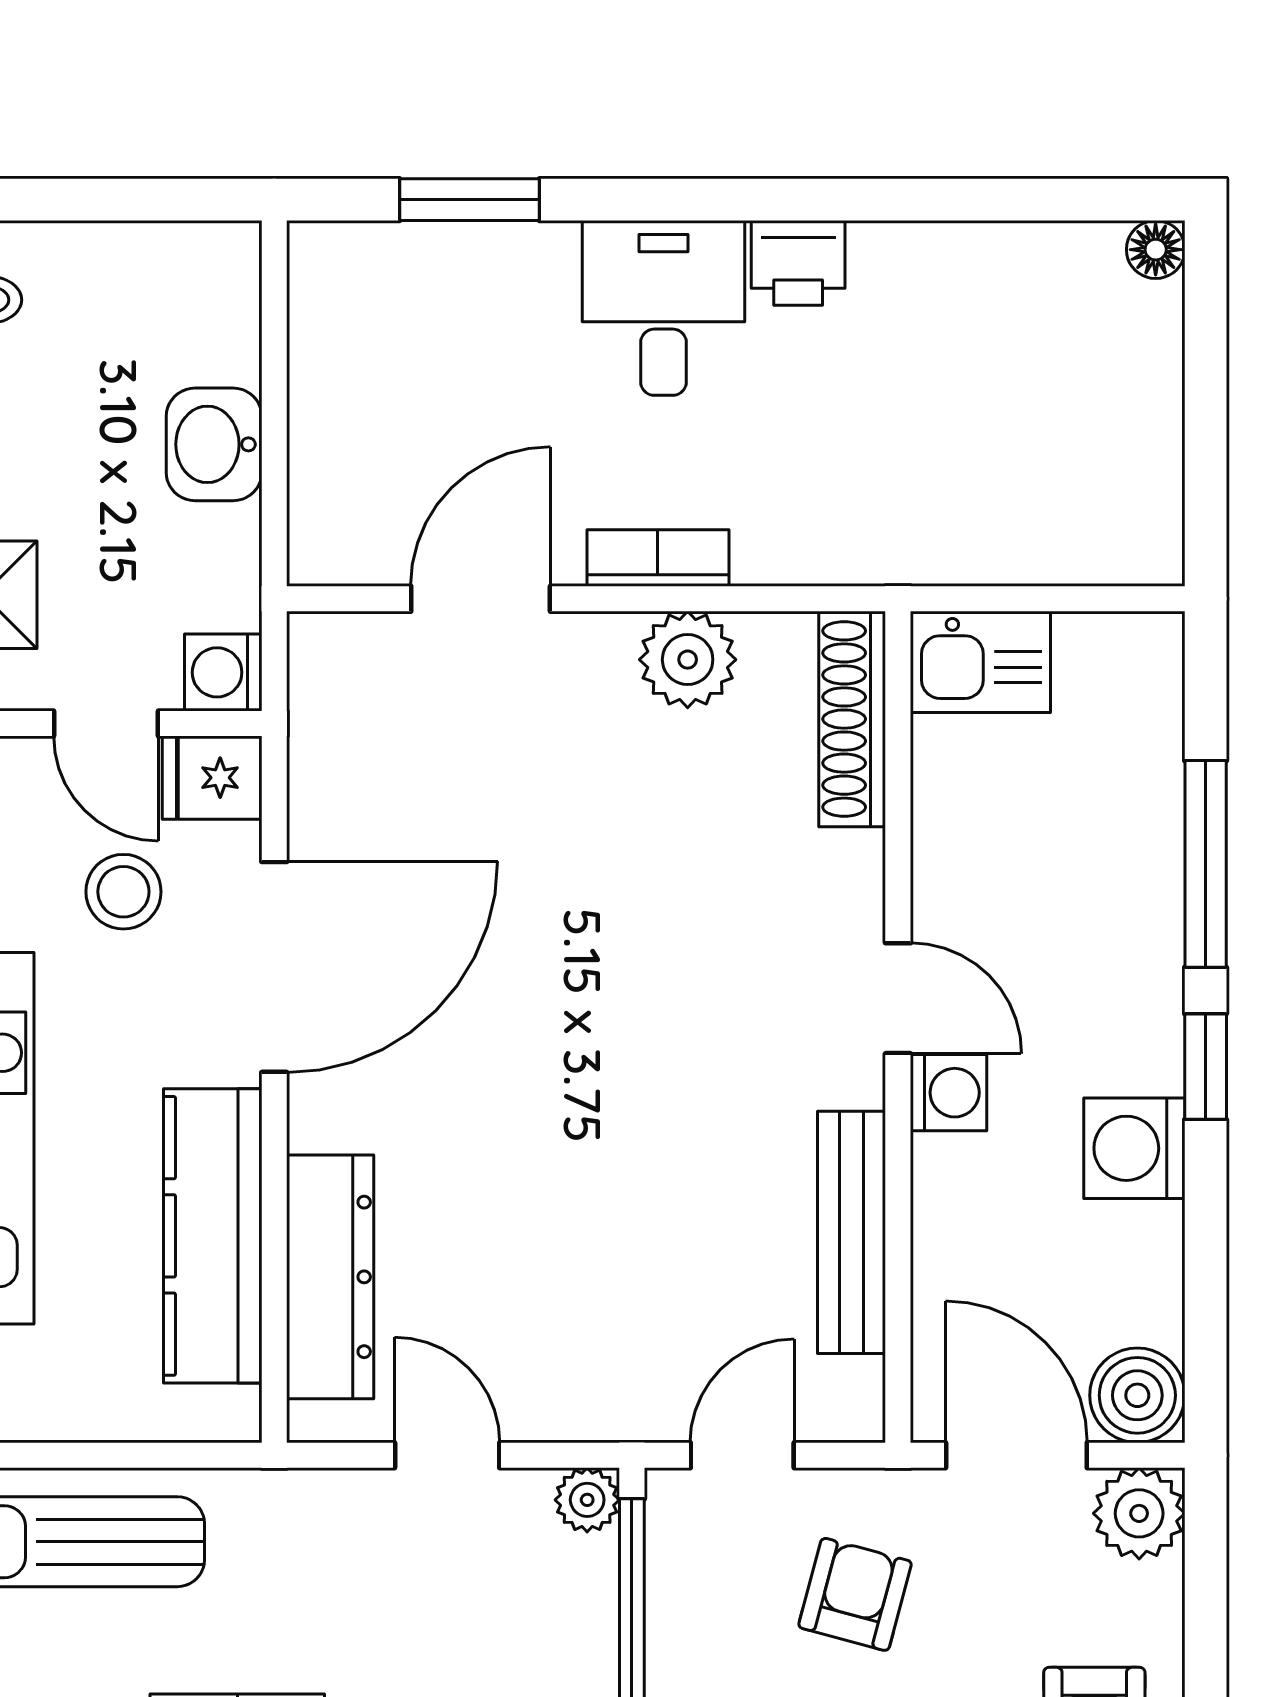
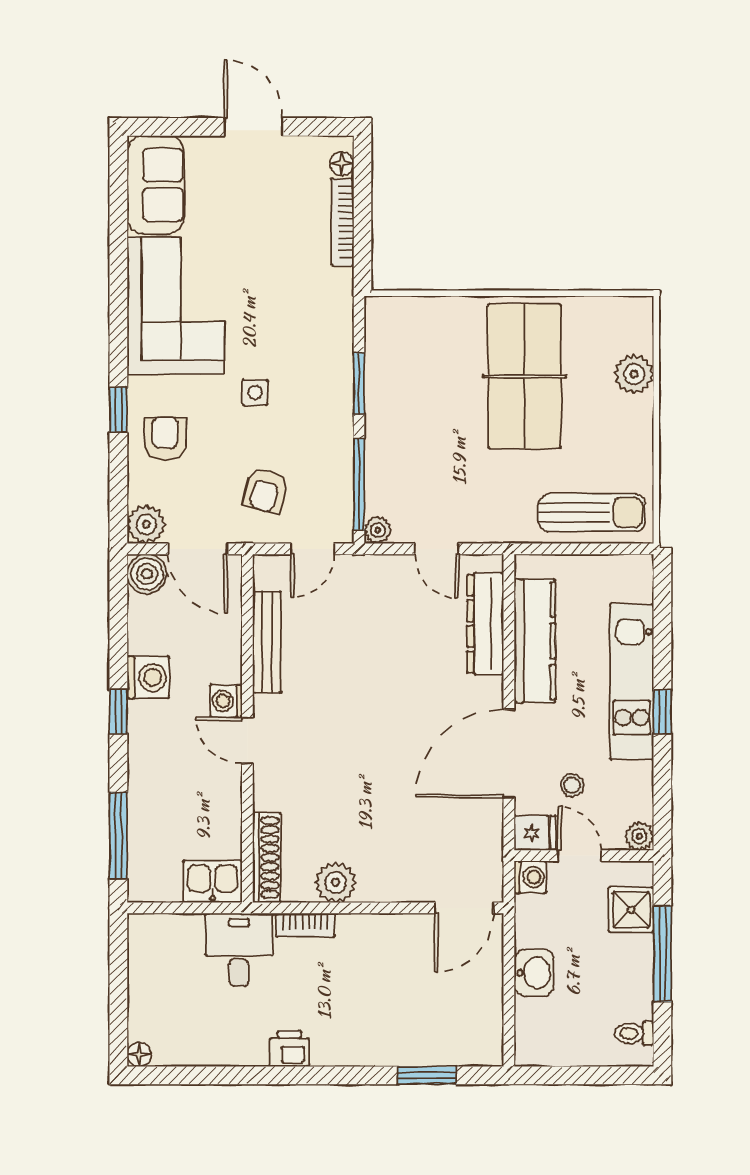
desk: (664, 308) -> (239, 950), moved, turned 180
bookcase: (658, 558) -> (305, 925), moved
door: (481, 599) -> (464, 908), moved
window: (1206, 864) -> (118, 836), moved
stool: (123, 892) -> (572, 785), width x0.73, depth x0.73

